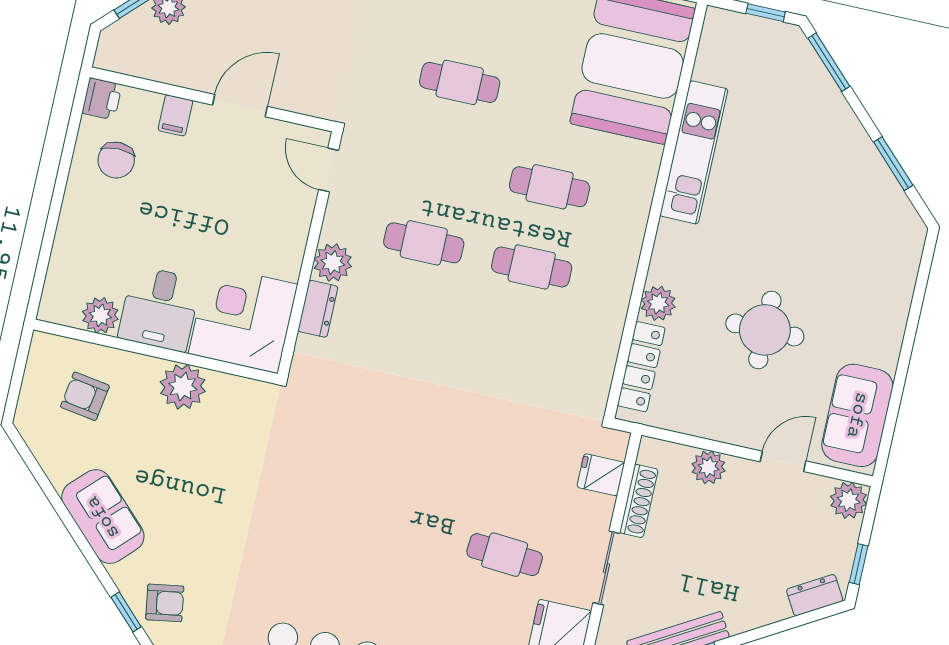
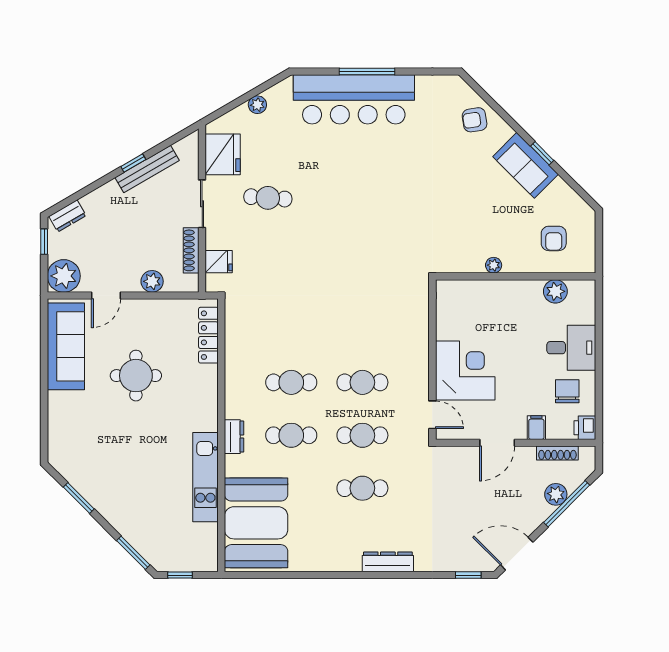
shoe rack: (152, 70) -> (557, 453), added
cafe table: (442, 163) -> (362, 435), added
plant: (333, 263) -> (417, 357), removed
plant: (658, 303) -> (207, 377), removed
desk: (159, 309) -> (571, 348), moved, turned 90
dresser: (318, 309) -> (234, 437), moved, turned 180
corner desk: (243, 319) -> (465, 371), moved, turned -90
plant: (183, 387) -> (494, 265), width x0.53, depth x0.53
armchair: (85, 396) -> (554, 238), turned 81
sofa: (857, 415) -> (66, 346), width x1.36
plant: (849, 500) -> (64, 276), width x1.36, depth x1.36
window: (126, 612) -> (542, 153), moved

